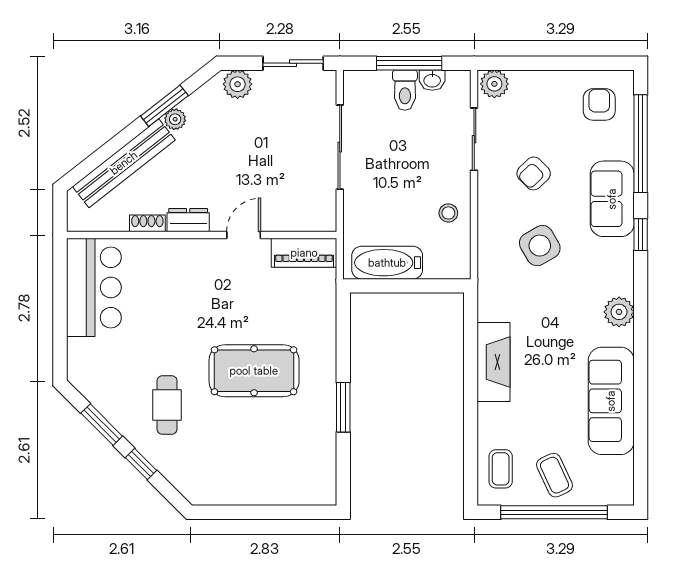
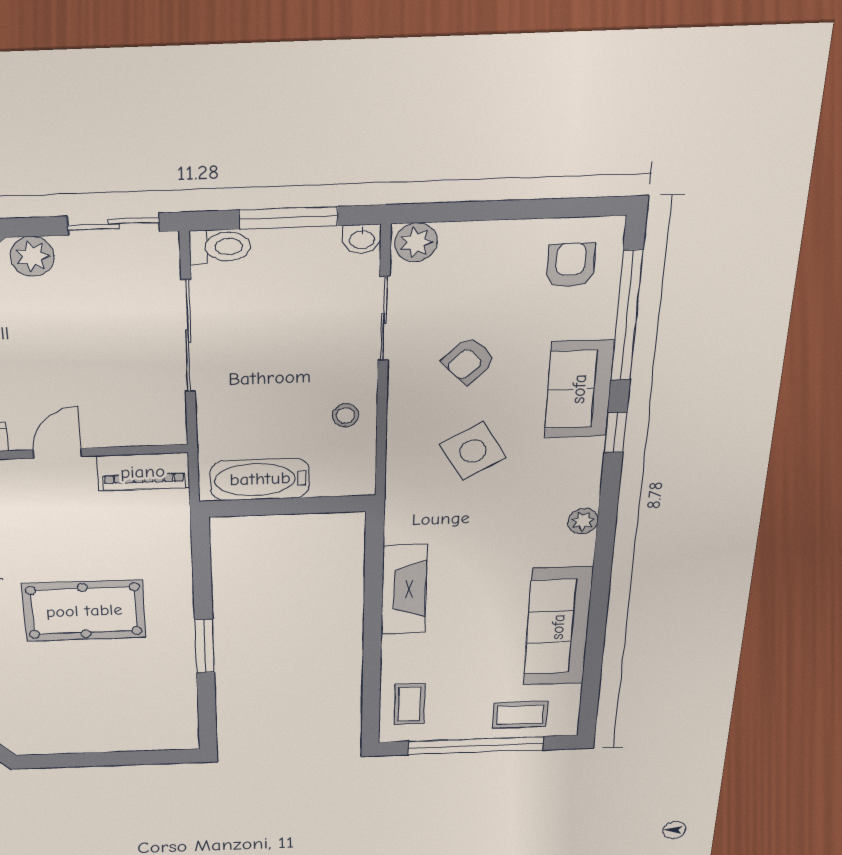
washbasin: (432, 80) -> (362, 239), moved
toilet: (405, 90) -> (220, 247), moved, turned -90
plant: (619, 312) -> (583, 521), width x0.73, depth x0.73
coffee table: (555, 475) -> (520, 715), moved, turned -65

